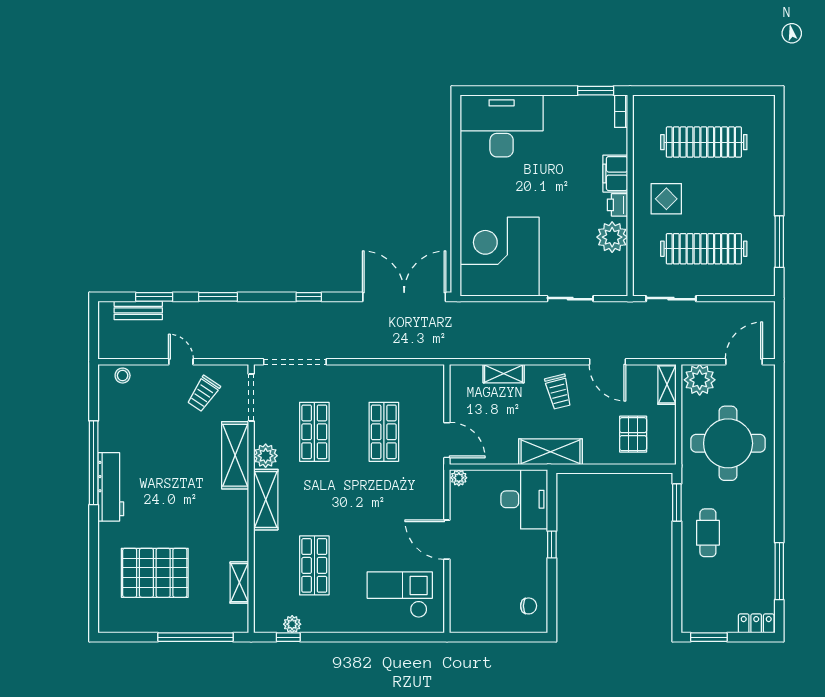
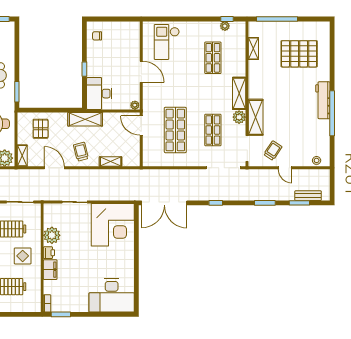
shop shelf: (384, 432) -> (175, 130), width x1.43, depth x1.36
checkout: (400, 595) -> (167, 42), turned 90

